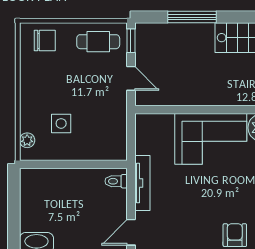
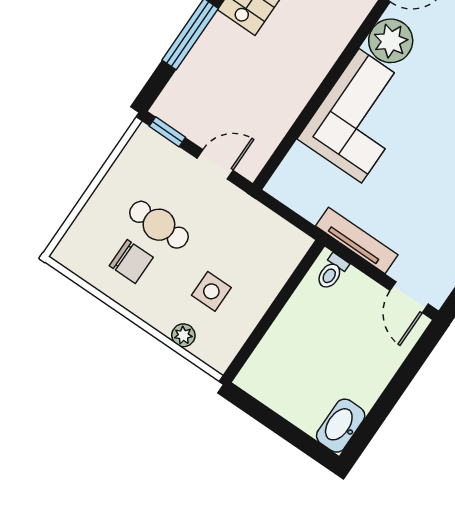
chair: (45, 41) -> (131, 262), moved, turned 90
cafe table: (98, 42) -> (159, 225), moved, turned 90
plant: (27, 140) -> (183, 335), moved

